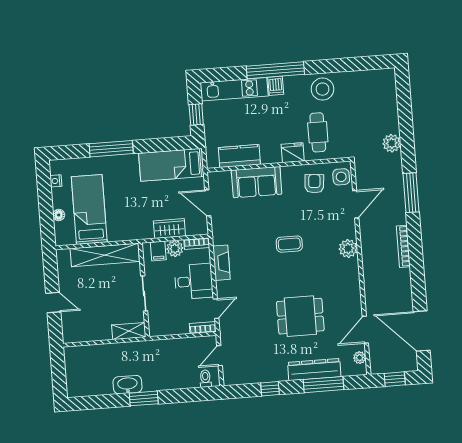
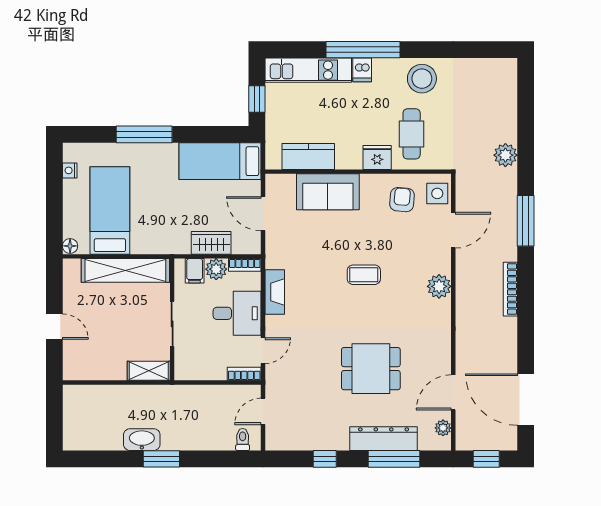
floor lamp: (59, 215) -> (70, 246), moved

